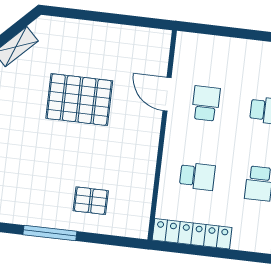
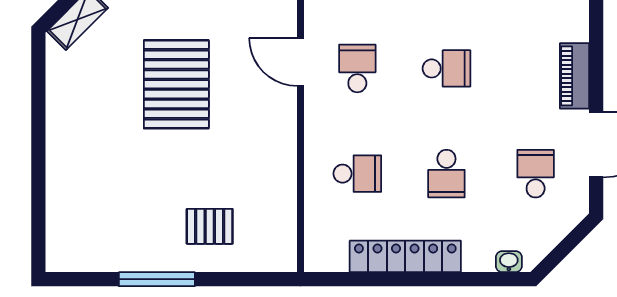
pallet: (79, 100) -> (176, 84), turned 90
locker: (192, 234) -> (405, 256), moved

